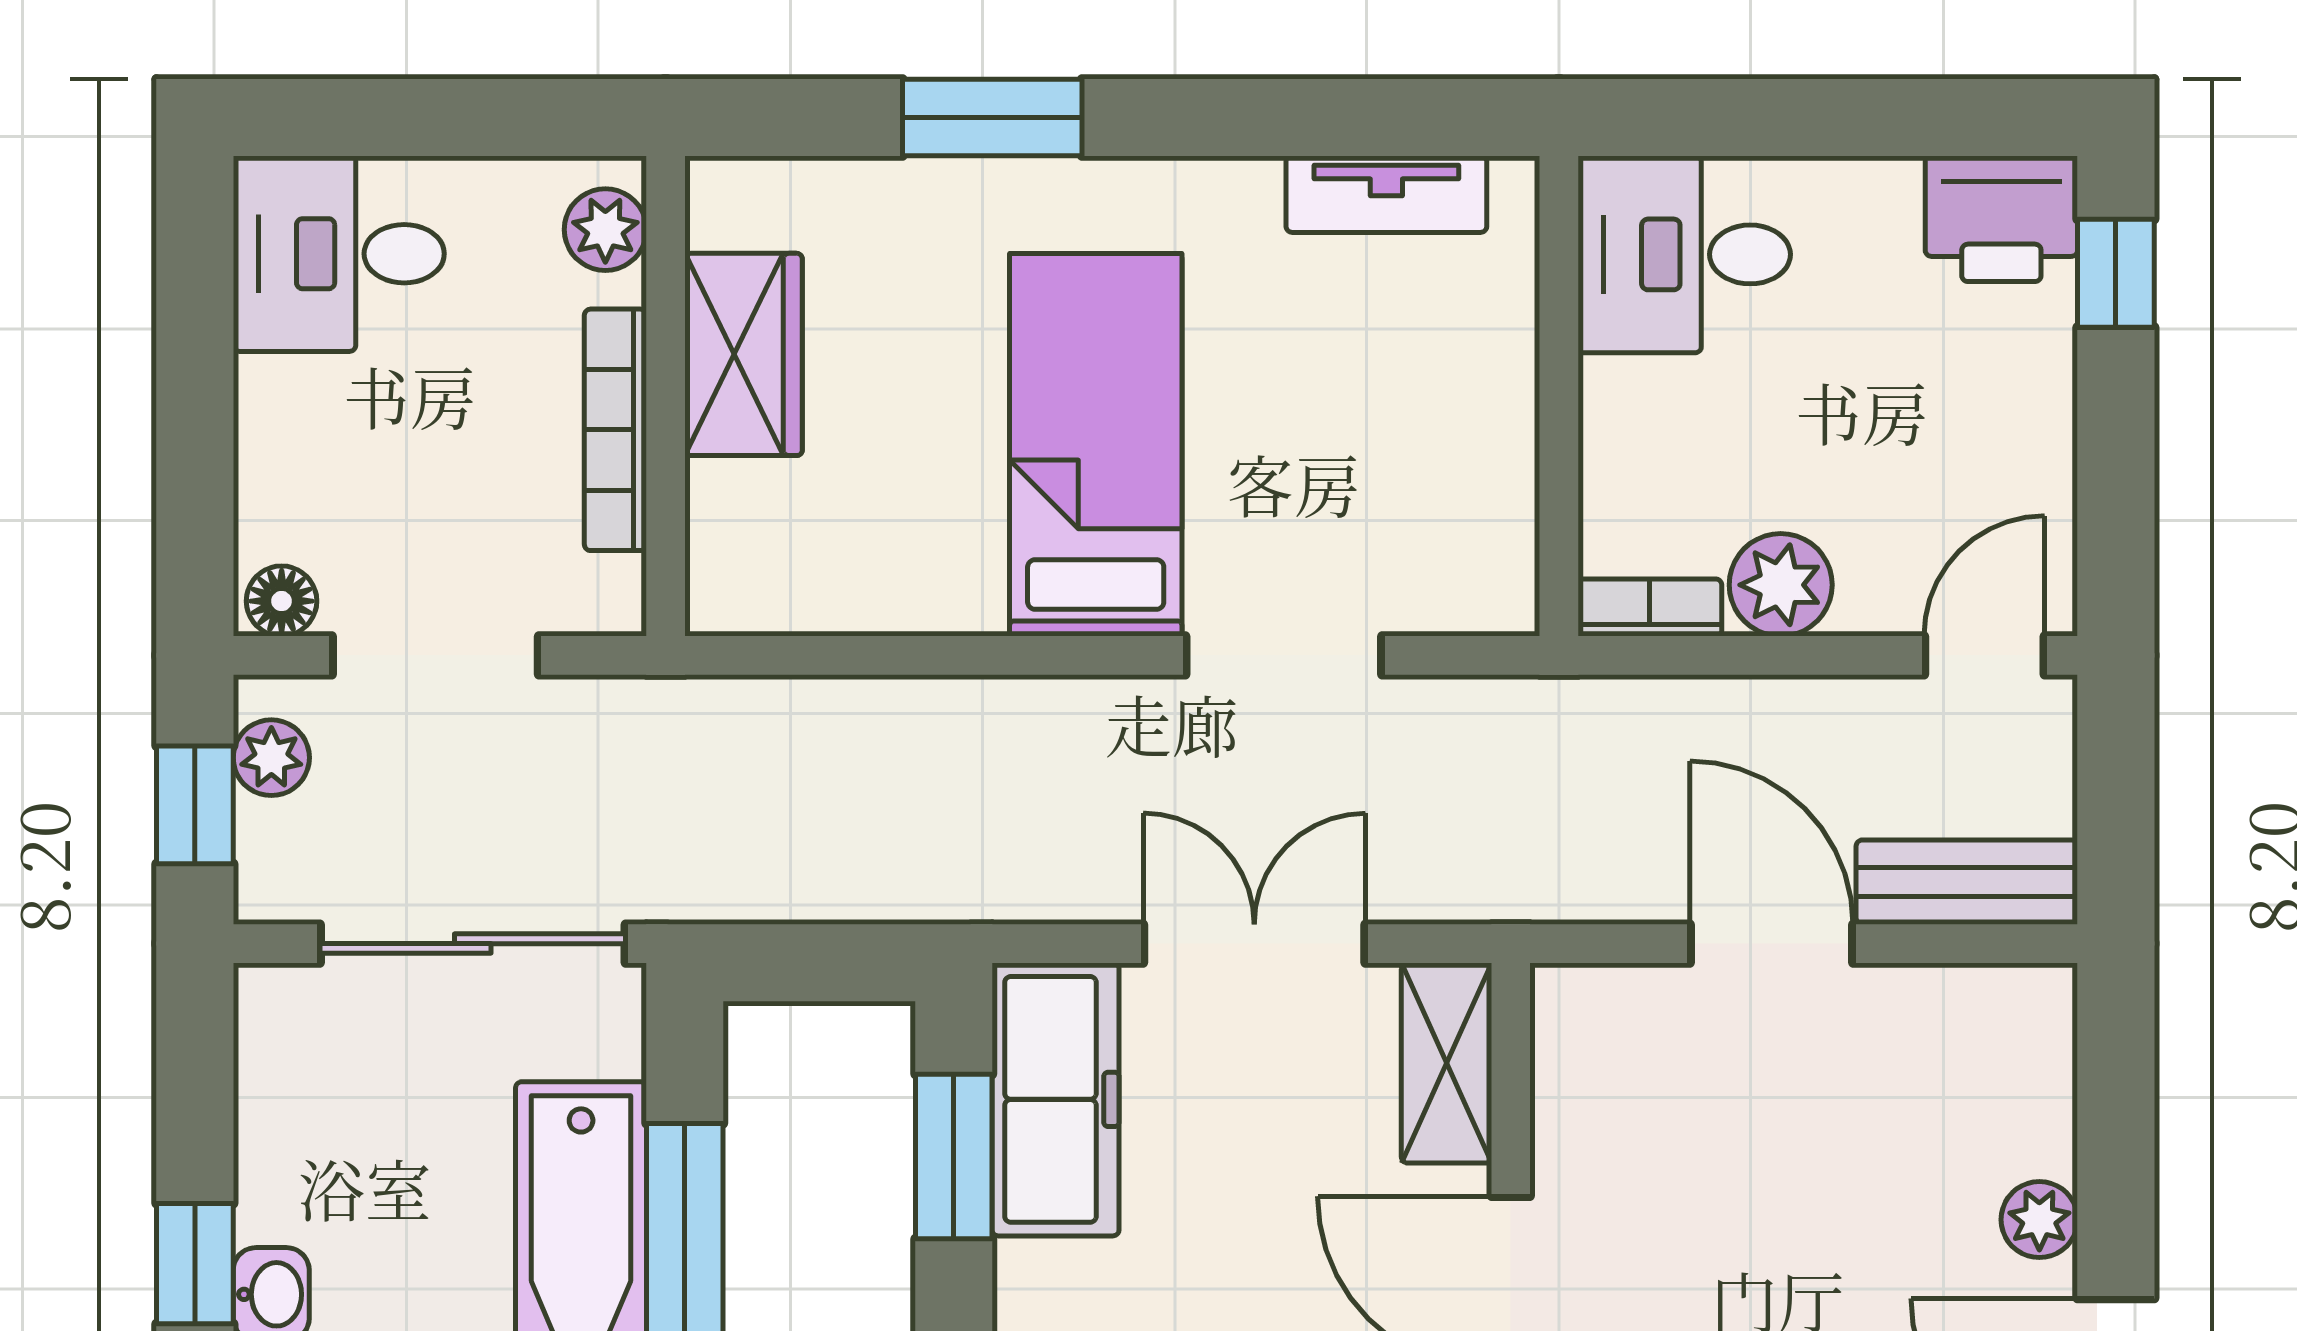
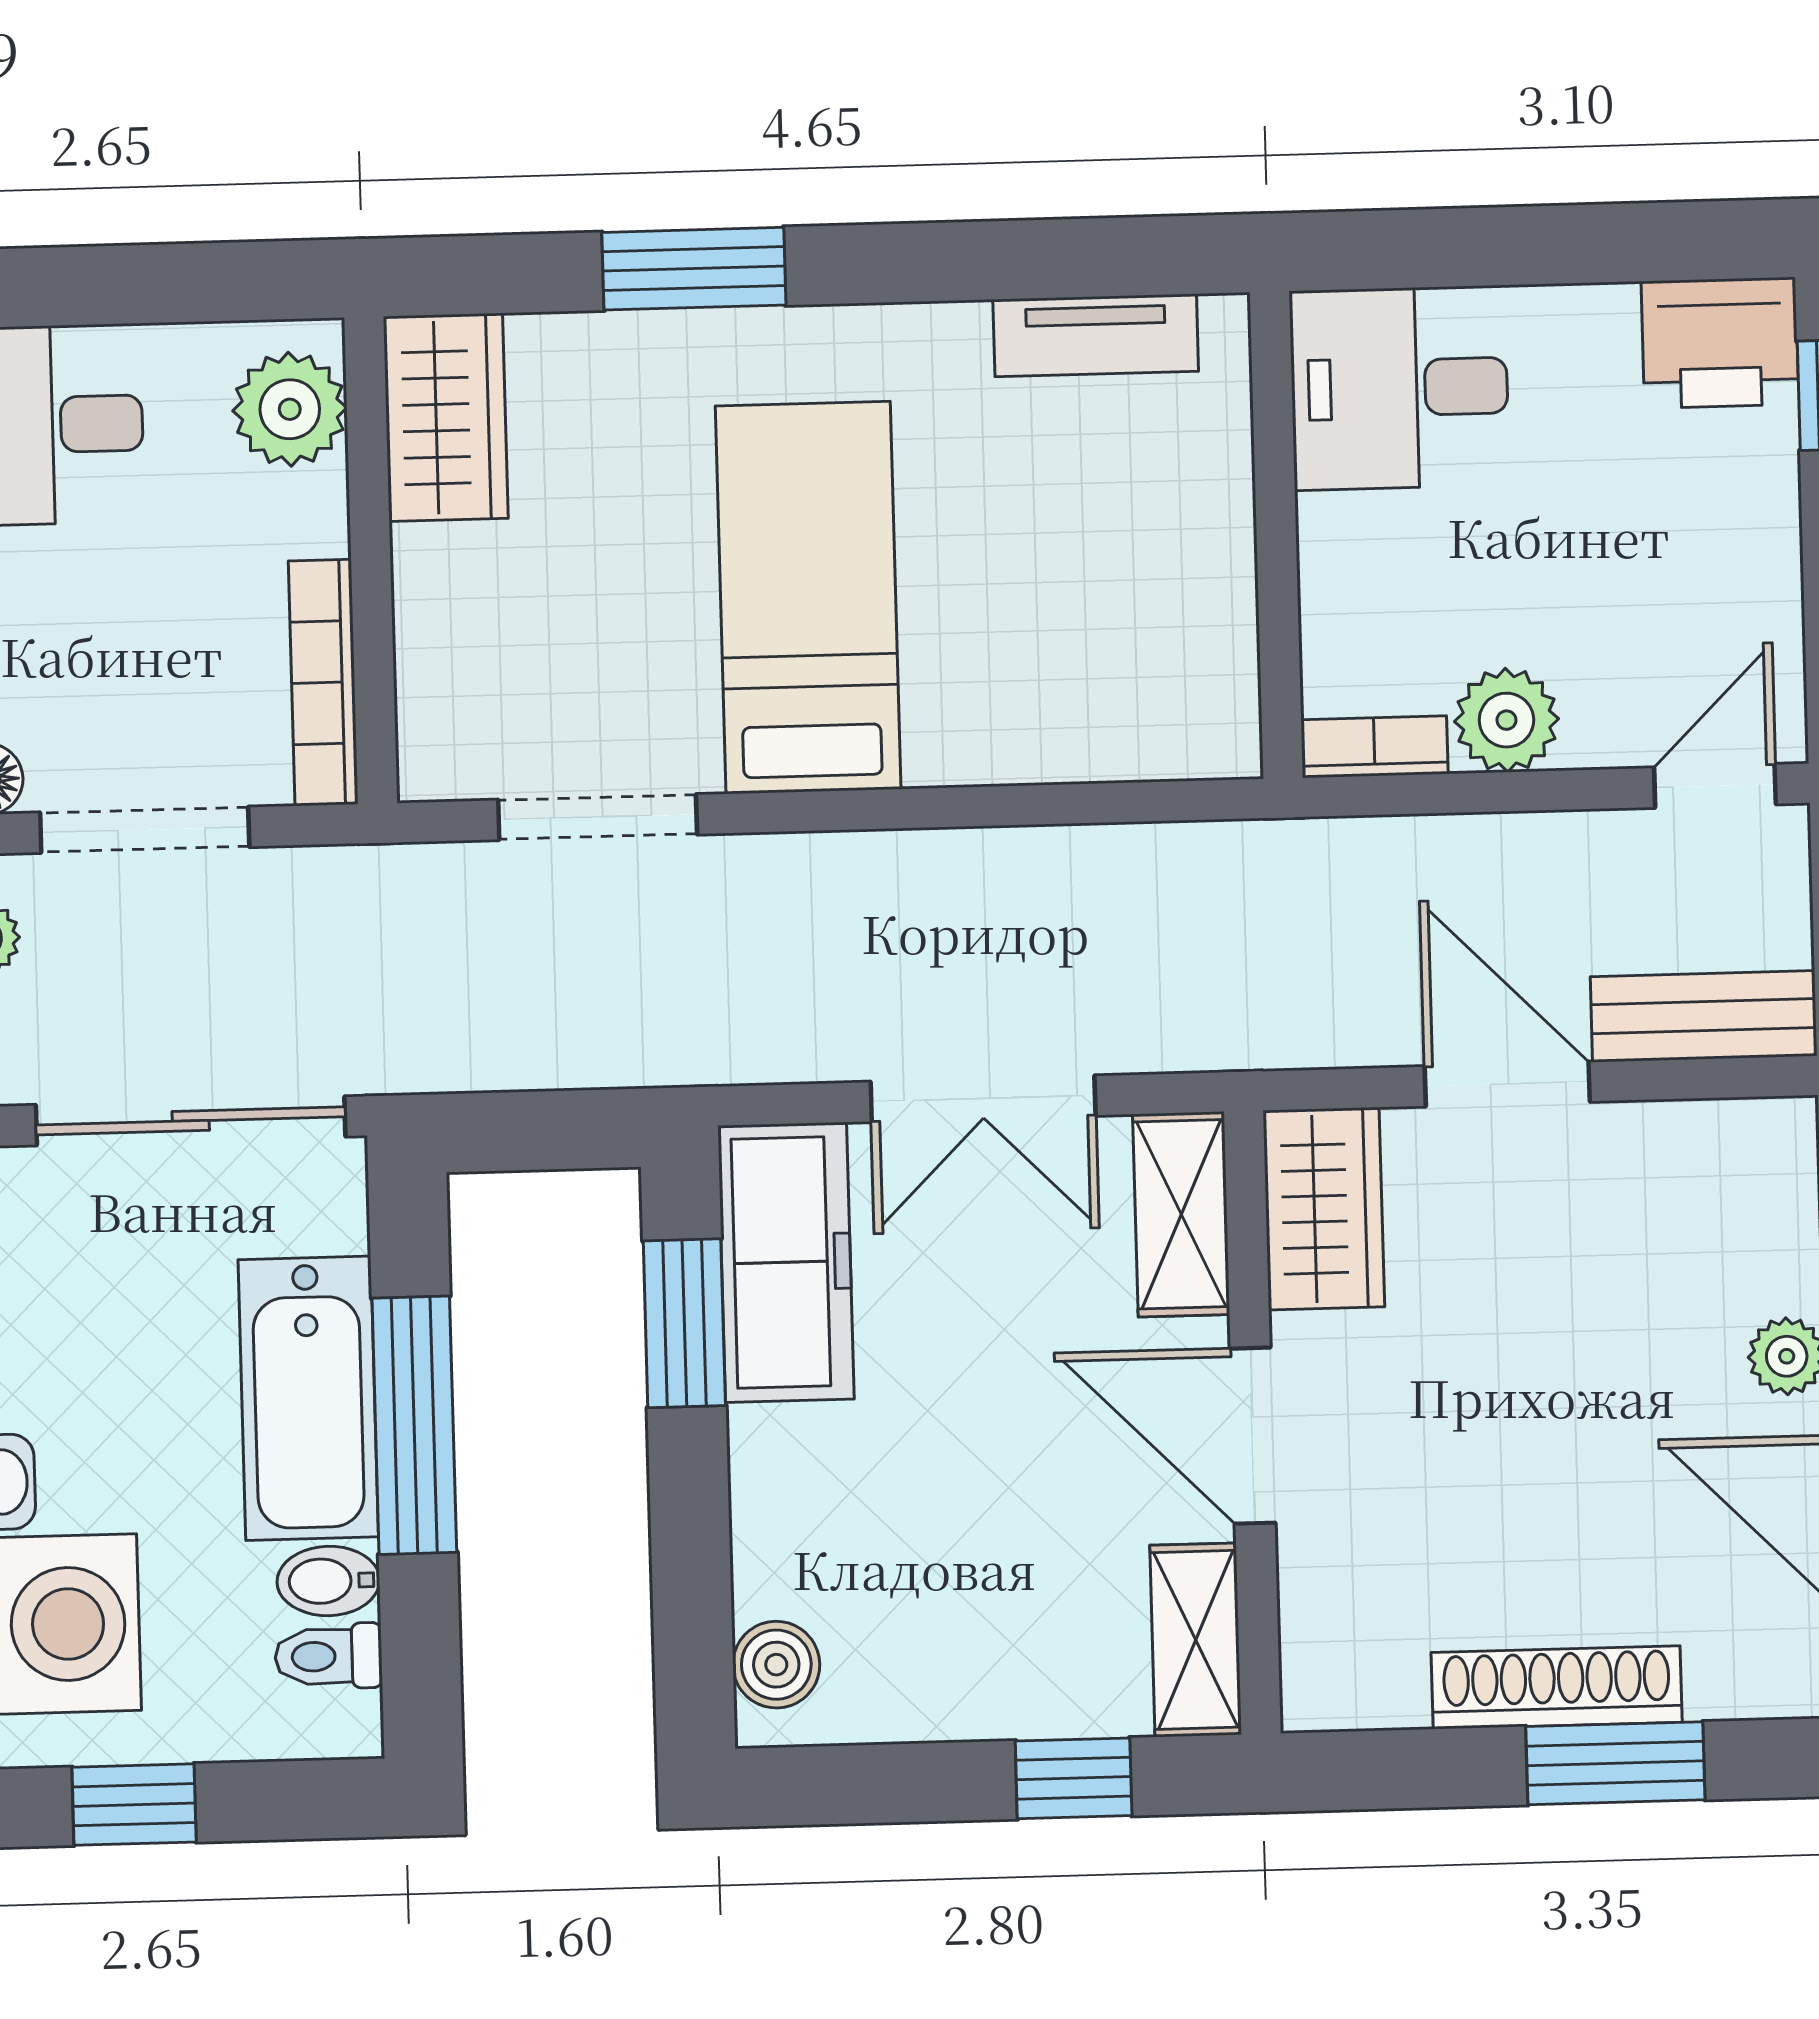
plant: (605, 230) -> (290, 409), width x1.38, depth x1.38
wardrobe: (743, 354) -> (446, 417), moved
bookcase: (615, 430) -> (323, 683), moved
doorway: (1284, 655) -> (598, 817), moved
double door: (1254, 944) -> (983, 1099), swing flipped
wardrobe: (1587, 1061) -> (1324, 1209), added

